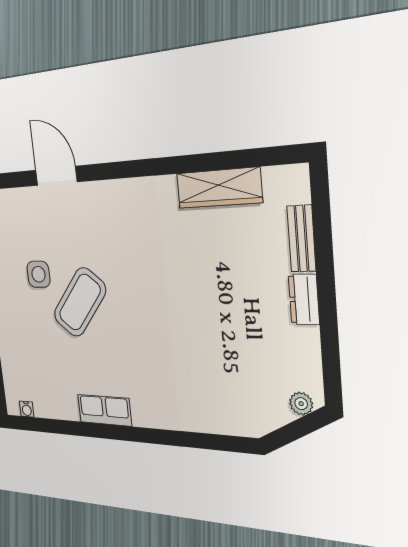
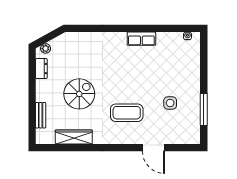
spiral stairs: (216, 293) -> (79, 94), added
dresser: (304, 299) -> (41, 69), moved
coffee table: (80, 302) -> (127, 113), moved, turned 51

